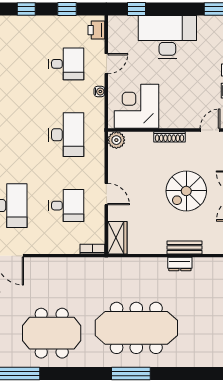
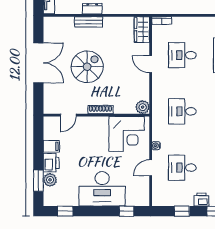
printer: (96, 30) -> (201, 200), moved, turned -90
desk: (66, 135) -> (182, 111), width x0.73

